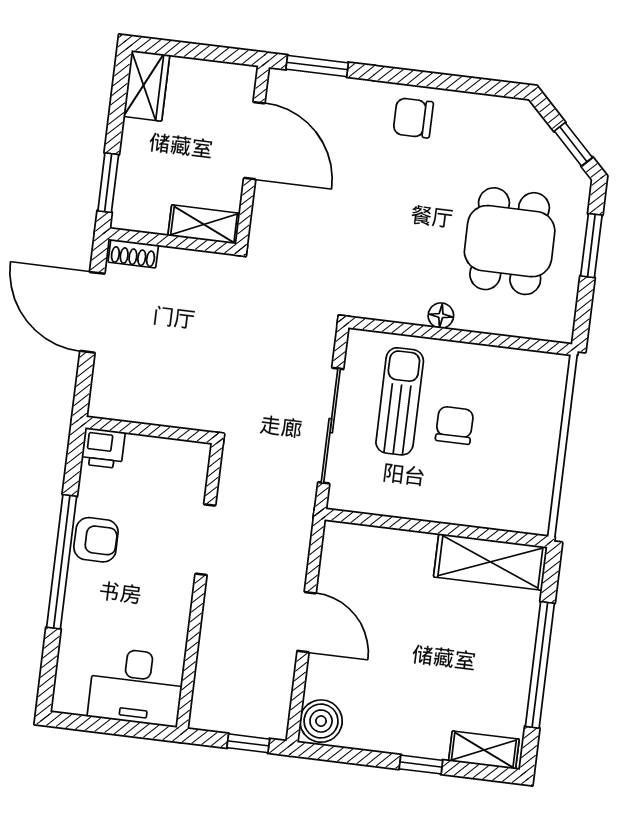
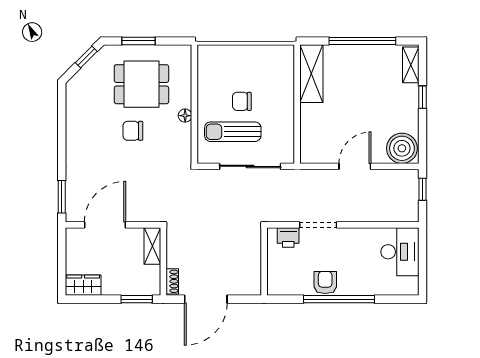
chair: (413, 118) -> (133, 131), moved, turned 90
printer: (103, 448) -> (288, 237), moved, turned 90
boiler: (321, 721) -> (402, 148), width x1.37, depth x1.37

